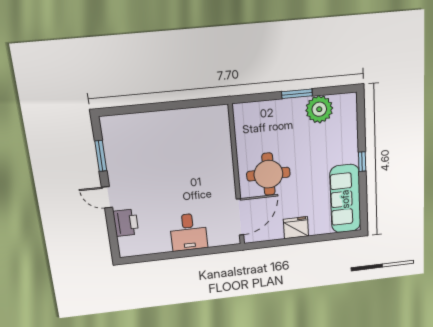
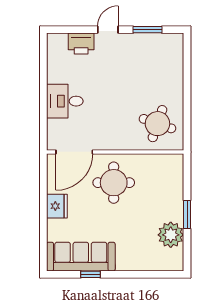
round table: (202, 135) -> (157, 124), added
window: (362, 162) -> (91, 274), moved
door: (240, 217) -> (74, 152), hinge flipped

